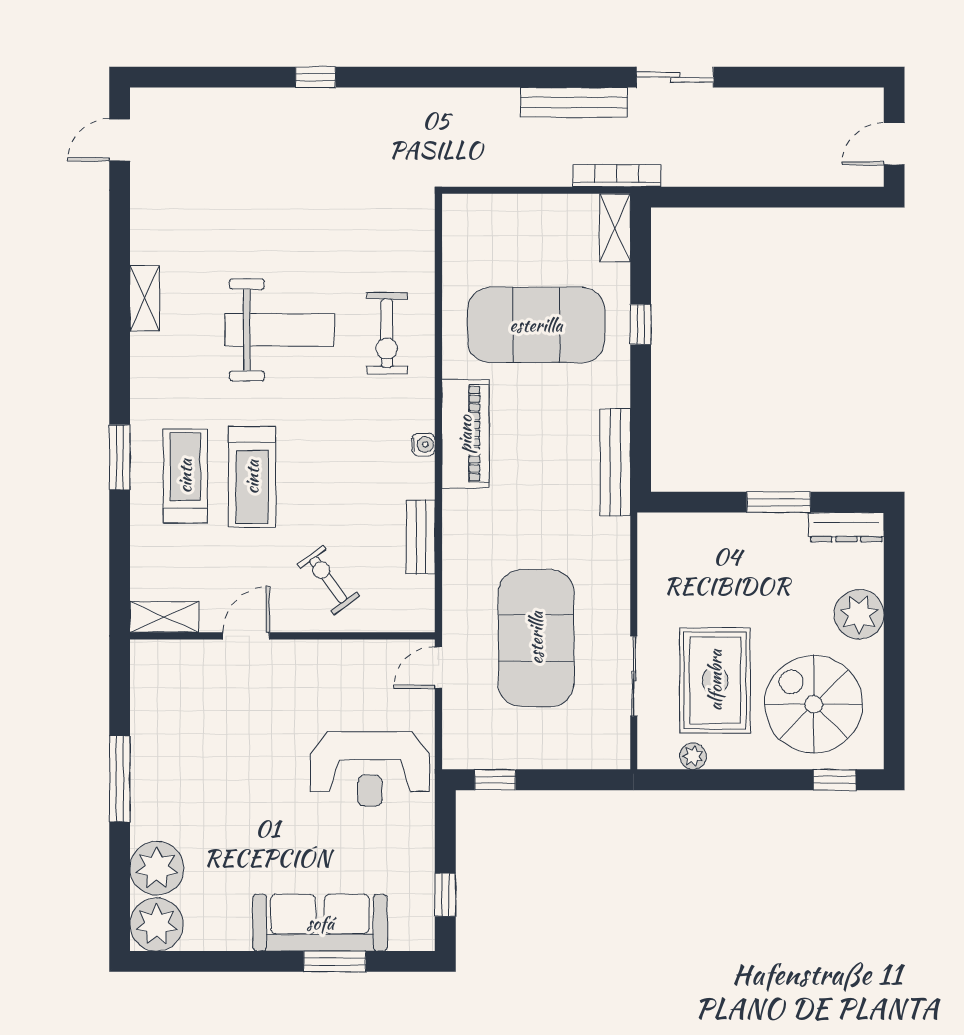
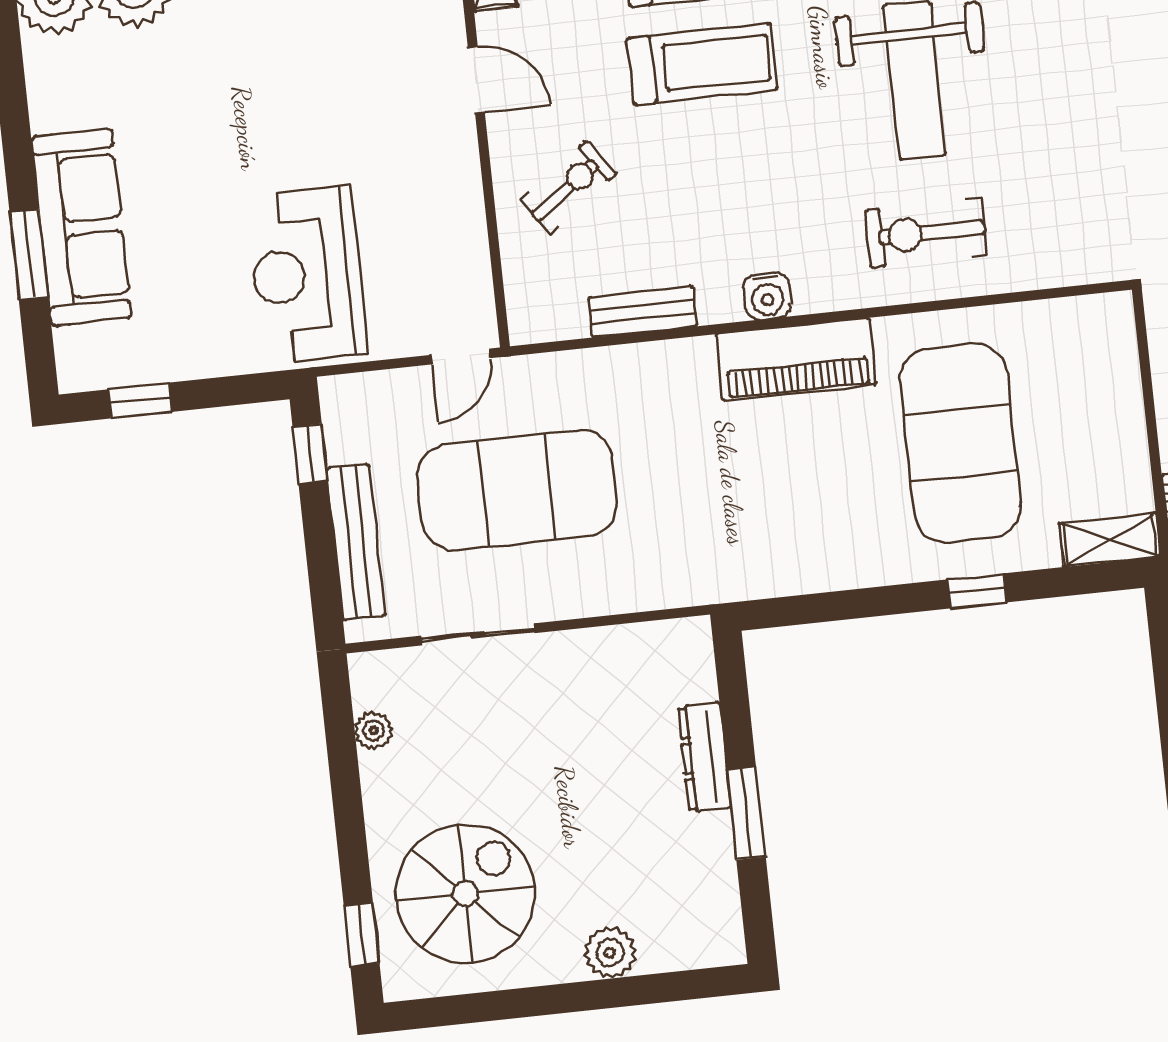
water cooler: (423, 445) -> (767, 296), width x1.38, depth x1.38
bench: (615, 462) -> (356, 542), moved, turned 90
treadmill: (252, 477) -> (702, 64), turned 180
dresser: (846, 527) -> (704, 757), moved
plant: (859, 614) -> (610, 953), width x0.73, depth x0.73
door: (438, 667) -> (461, 356), swing flipped
rug: (715, 680) -> (484, 750), removed

